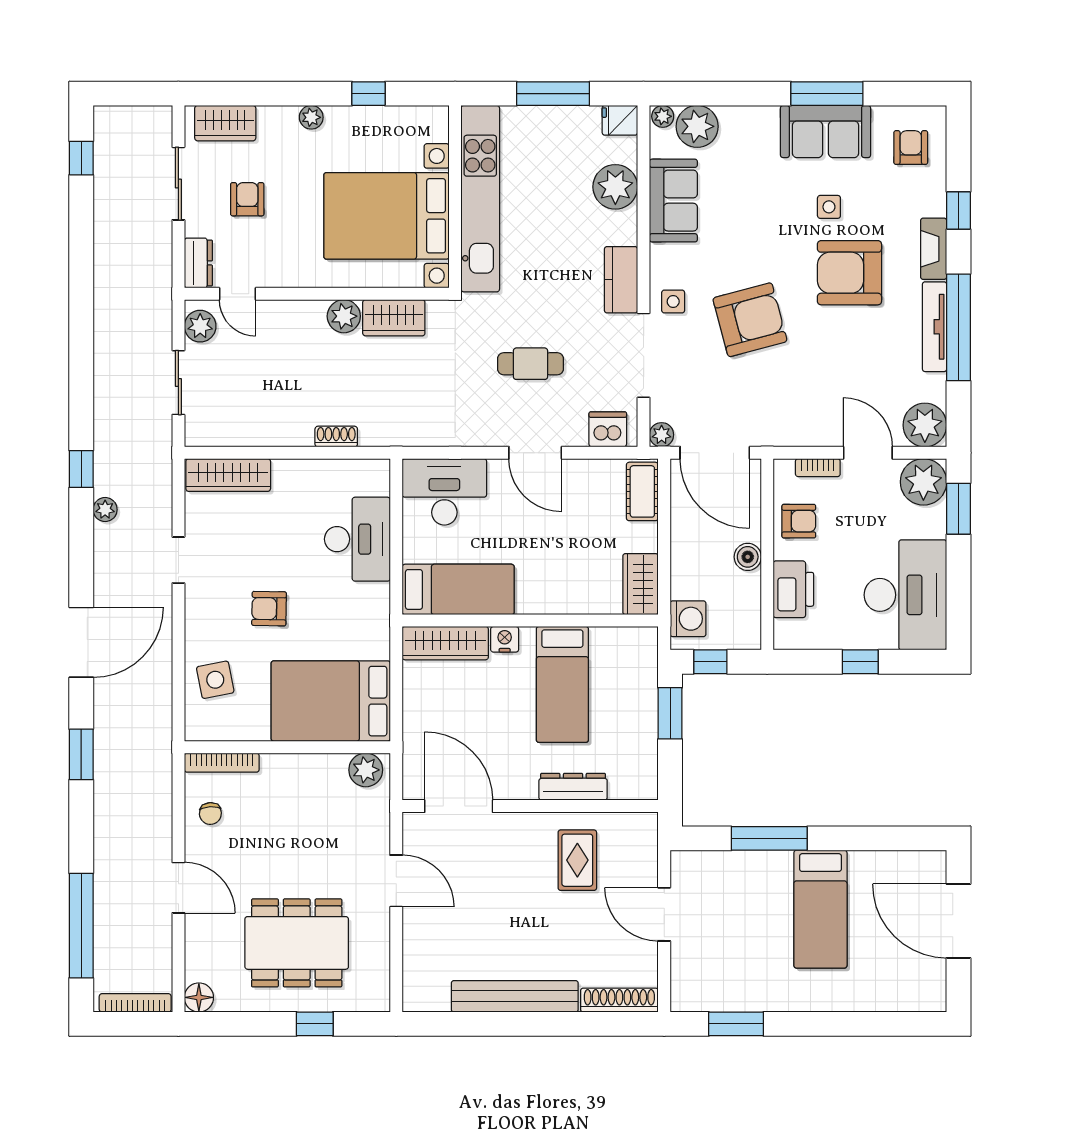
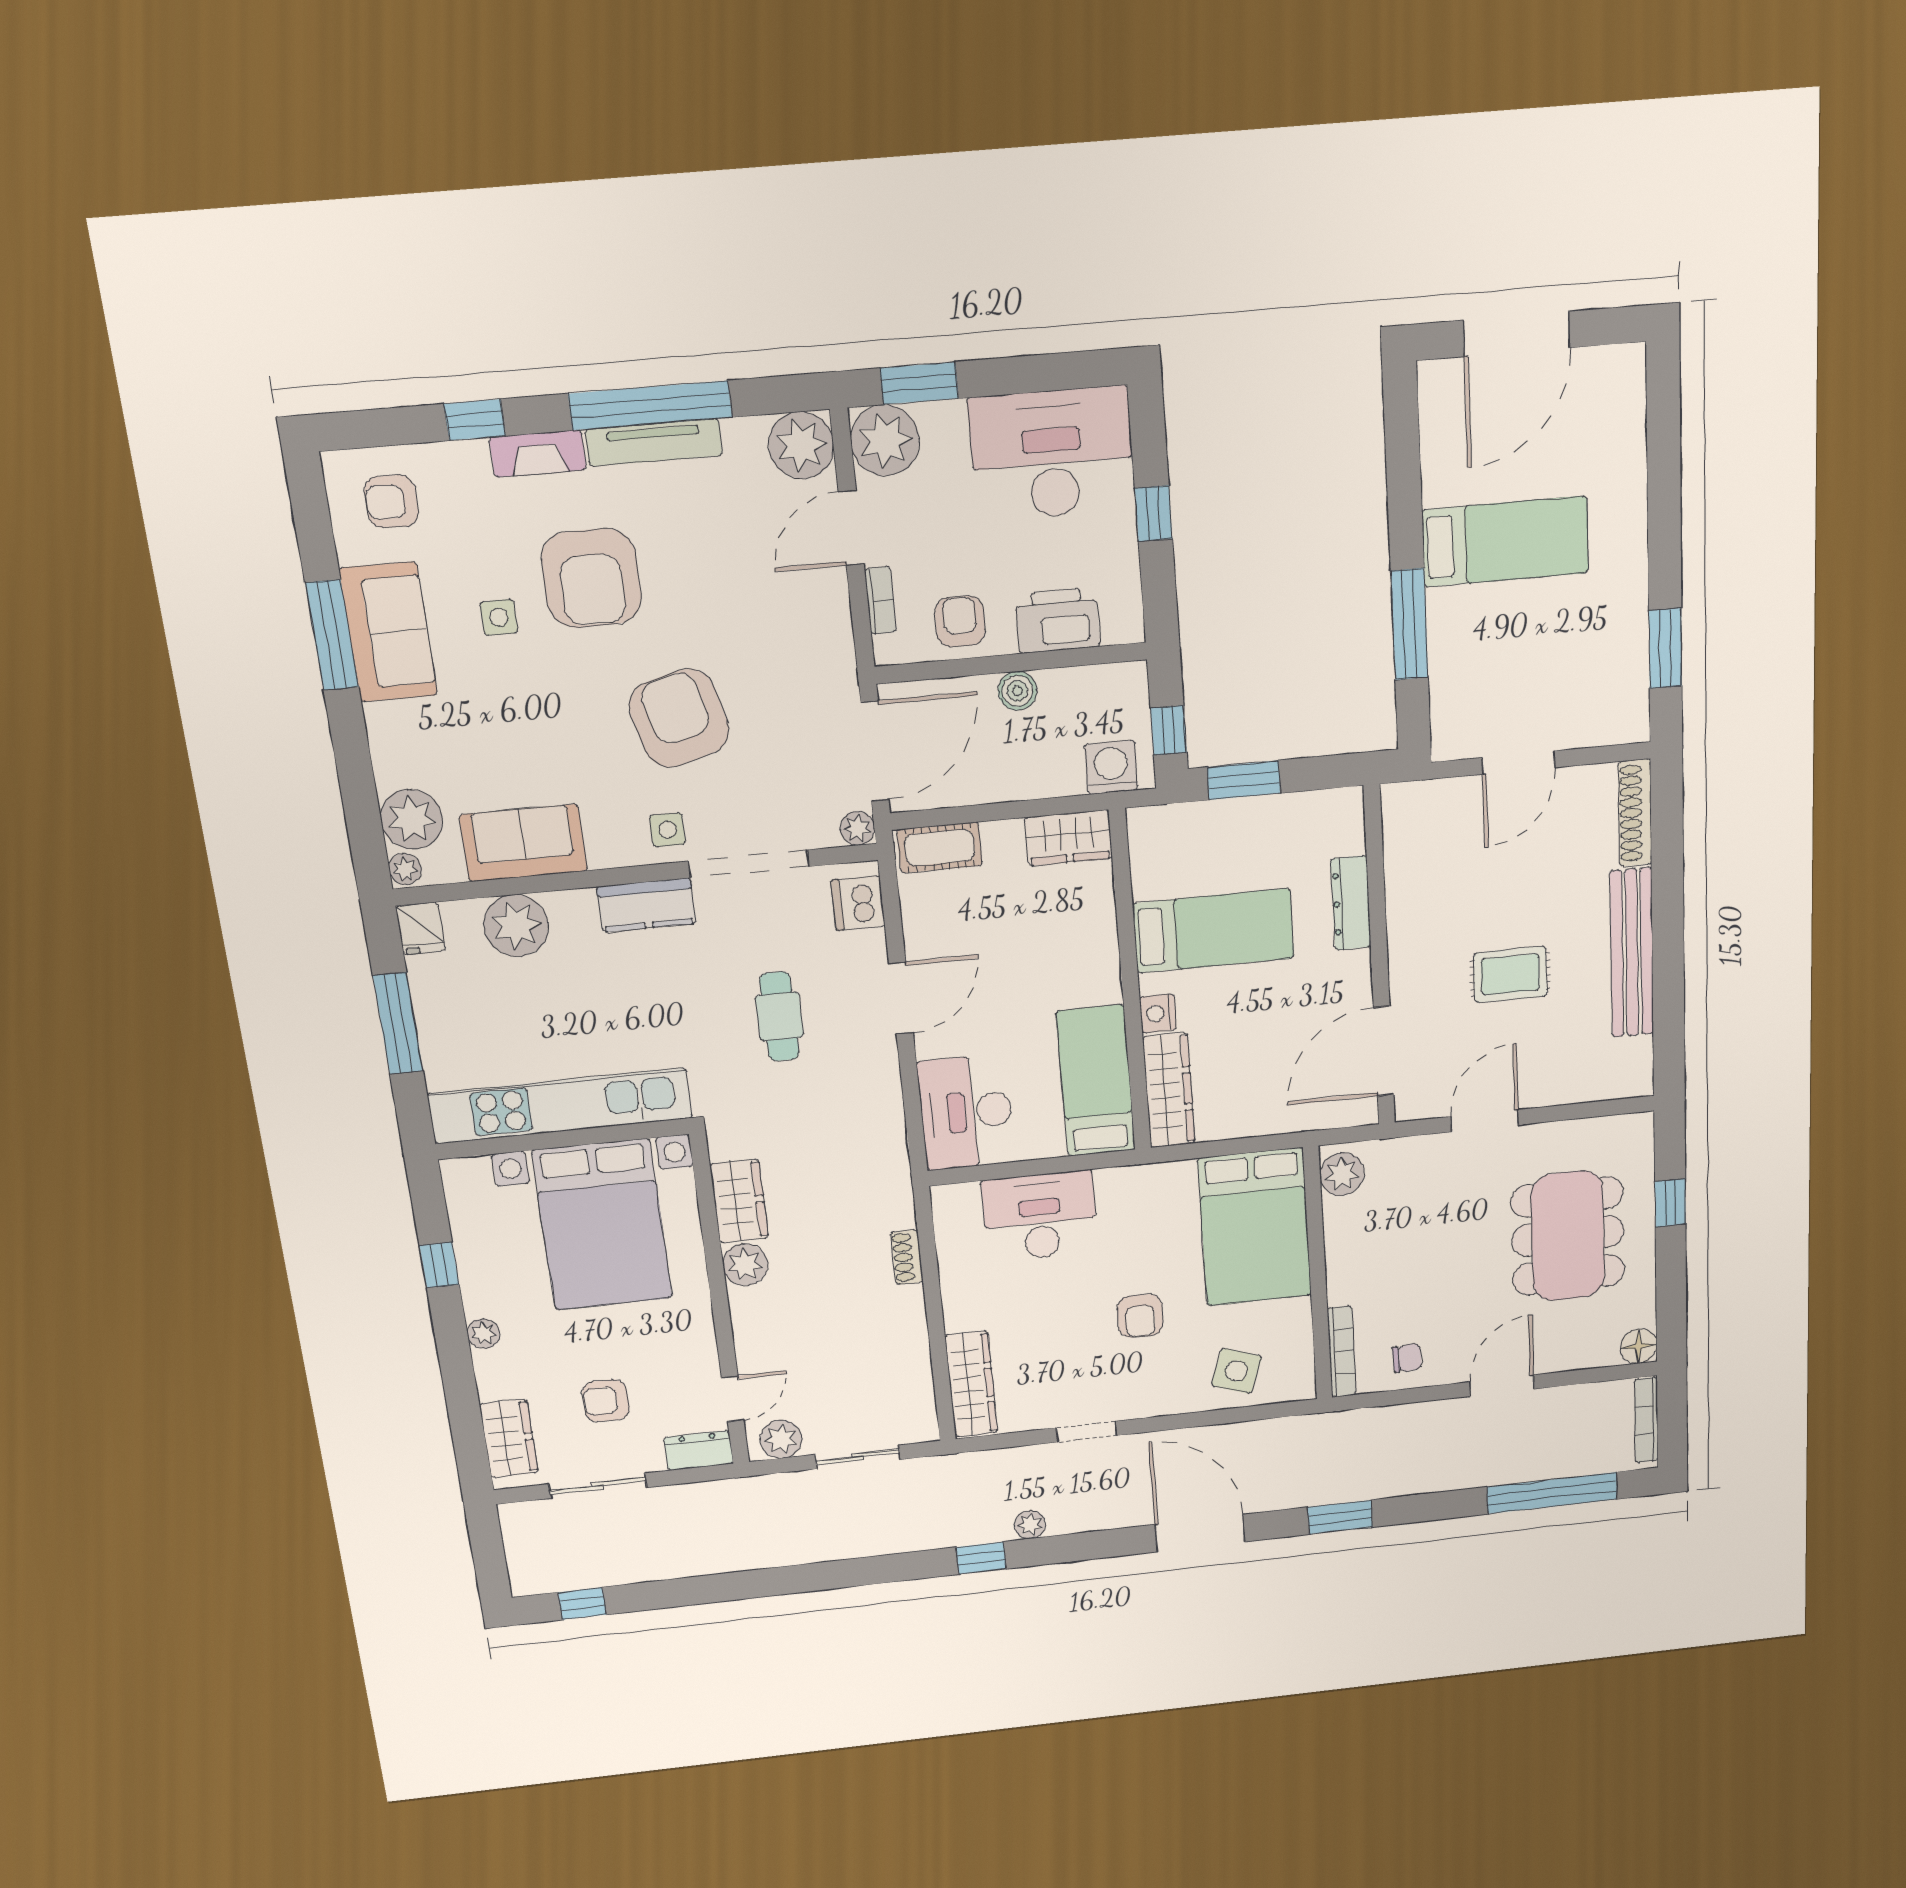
side table: (215, 680) -> (1236, 1371), turned 30
rug: (577, 860) -> (1510, 974), moved

